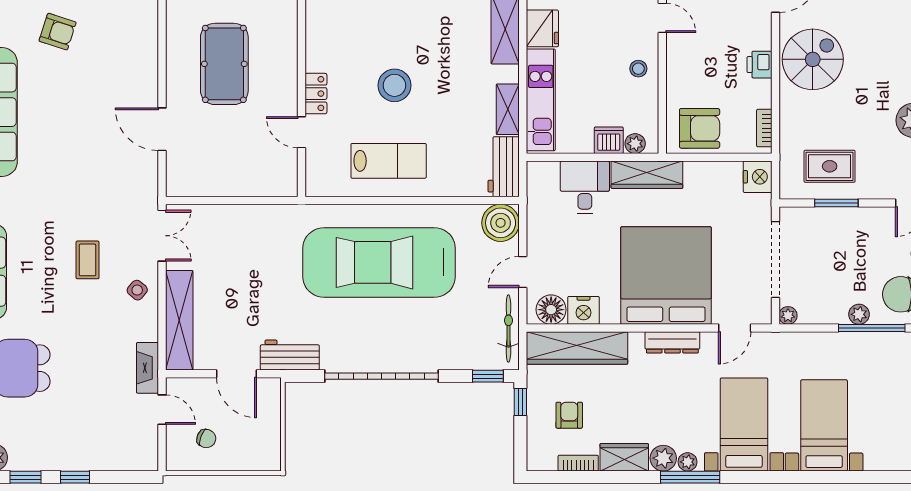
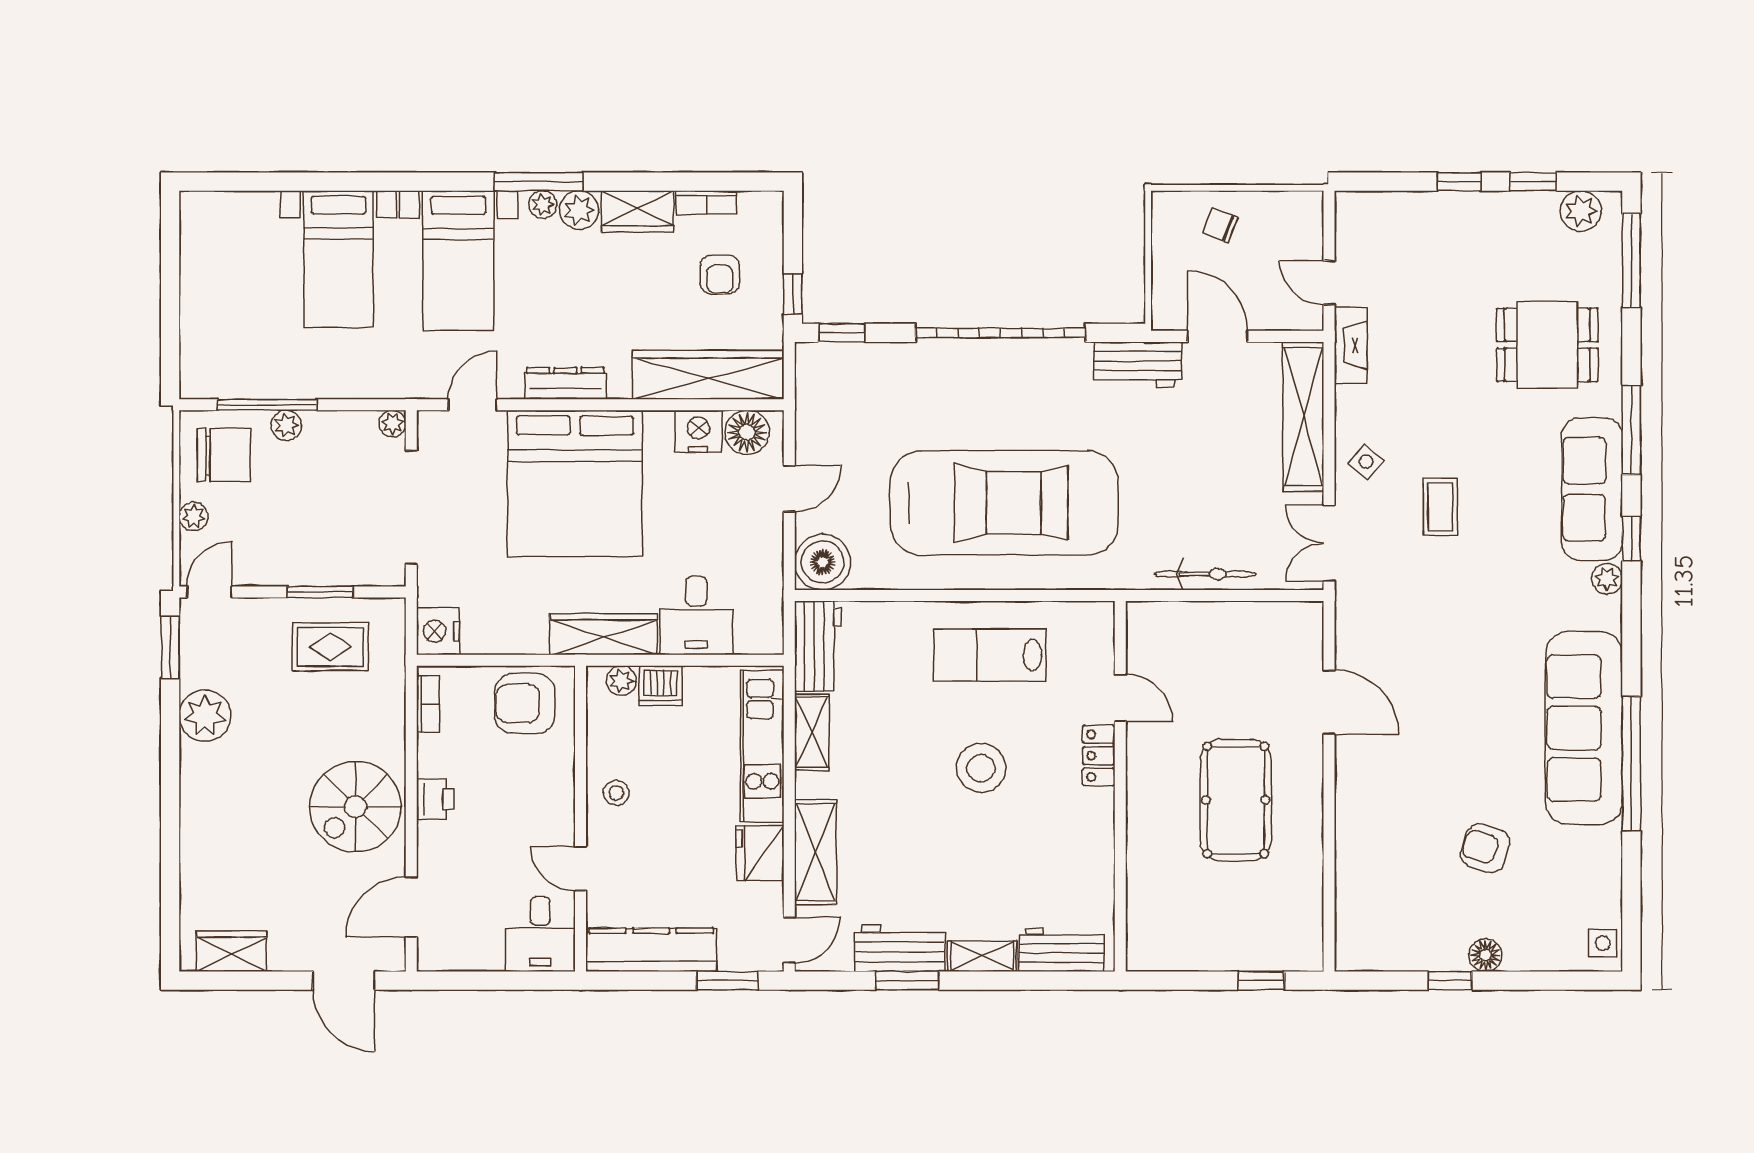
bicycle: (508, 328) -> (1205, 574), moved, turned -90
chair: (206, 439) -> (1220, 225), moved

